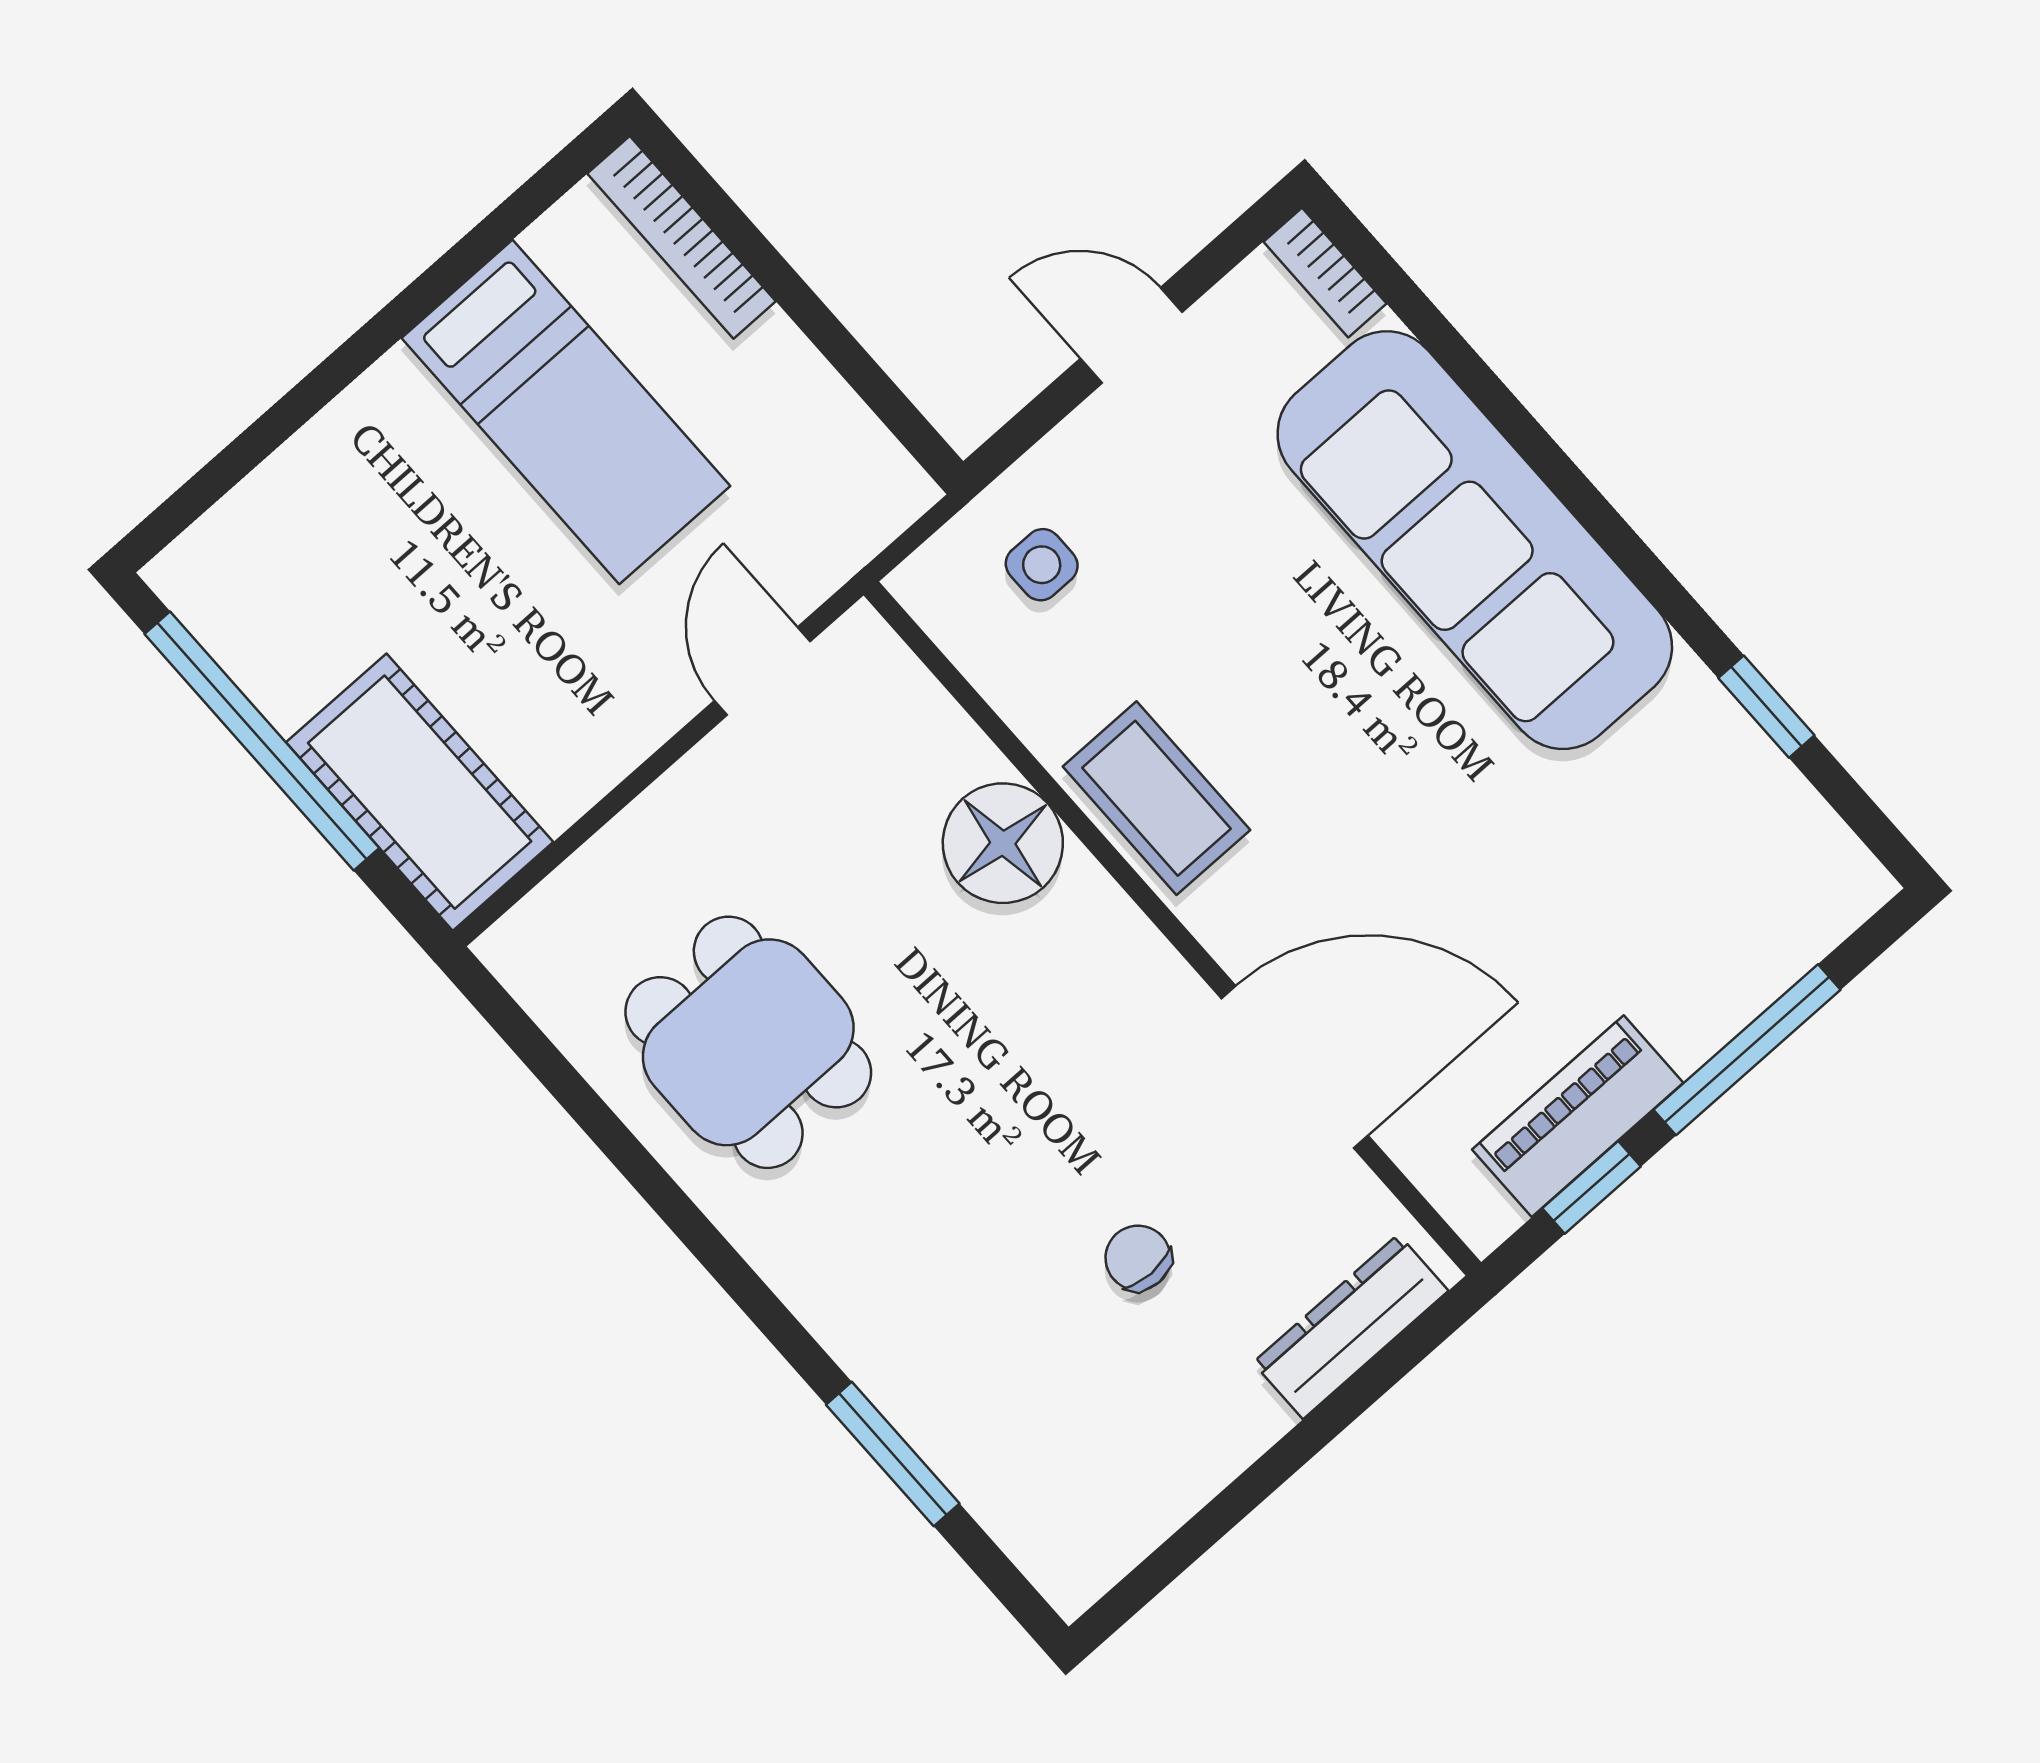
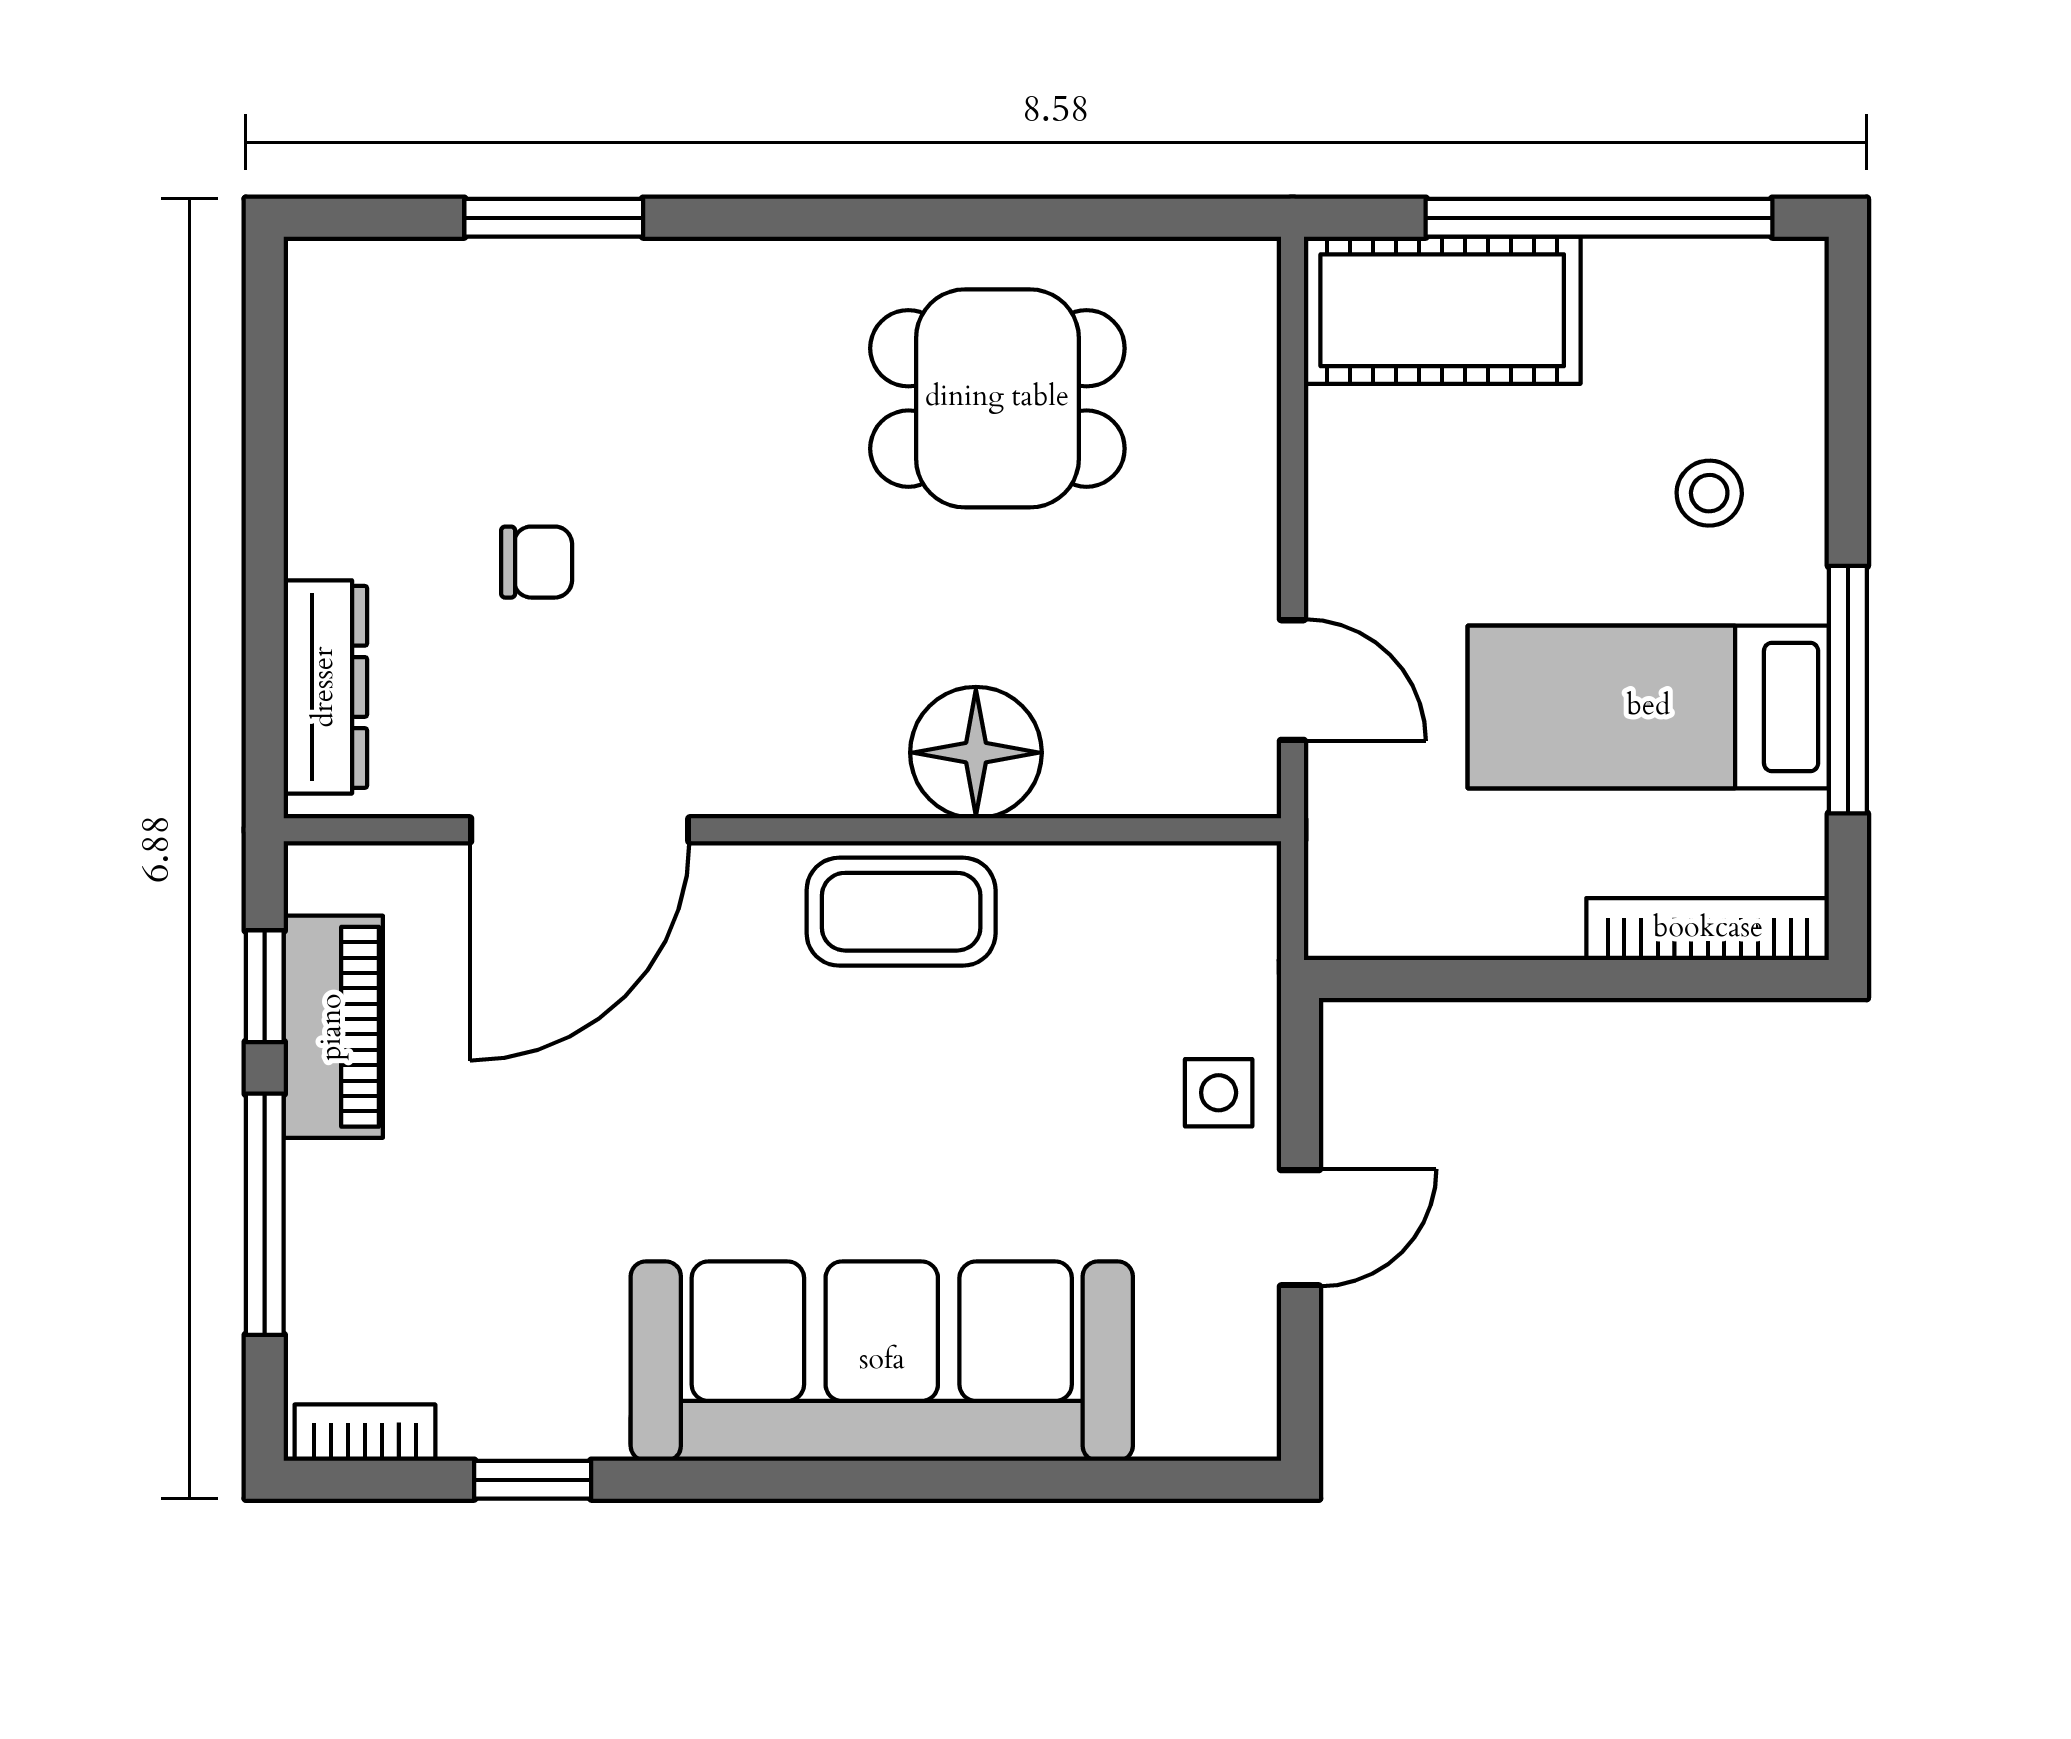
bookcase: (1325, 273) -> (365, 1433), moved
window: (434, 286) -> (1848, 690), added
stool: (383, 500) -> (1709, 493), added
side table: (1042, 565) -> (1219, 1093), moved

